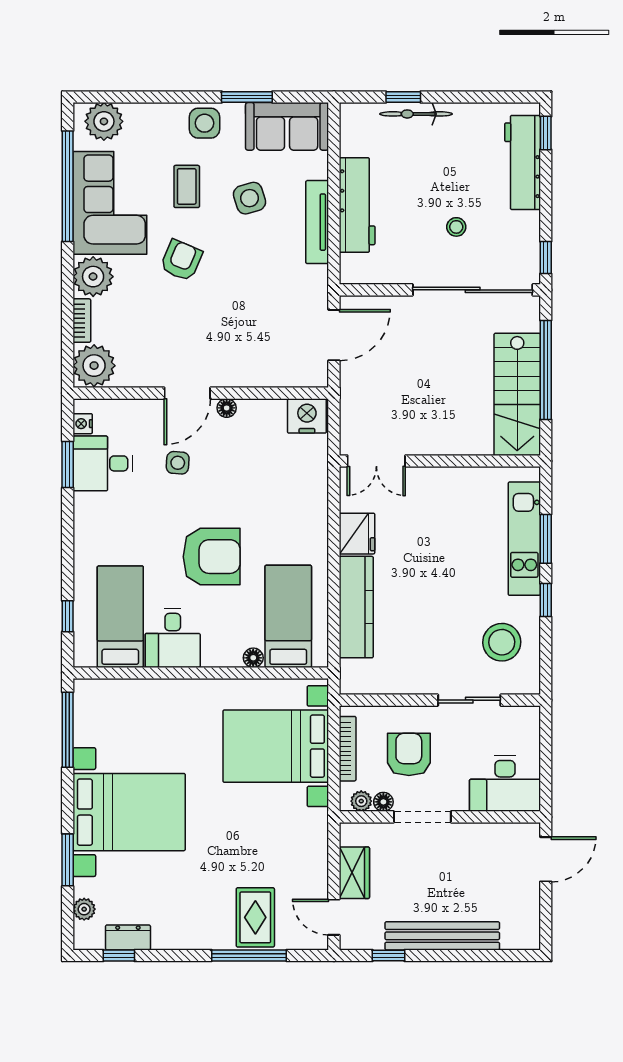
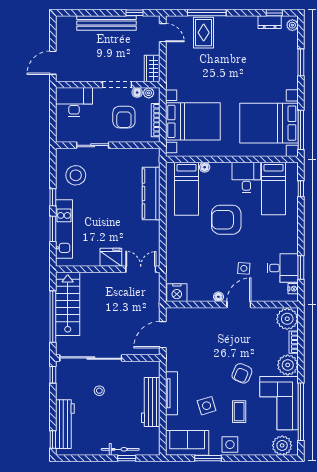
fridge: (357, 534) -> (111, 257), moved, turned 90
bed with nightstands: (129, 812) -> (269, 123), moved
wardrobe: (354, 873) -> (152, 68), moved
plant: (84, 909) -> (292, 25), moved

